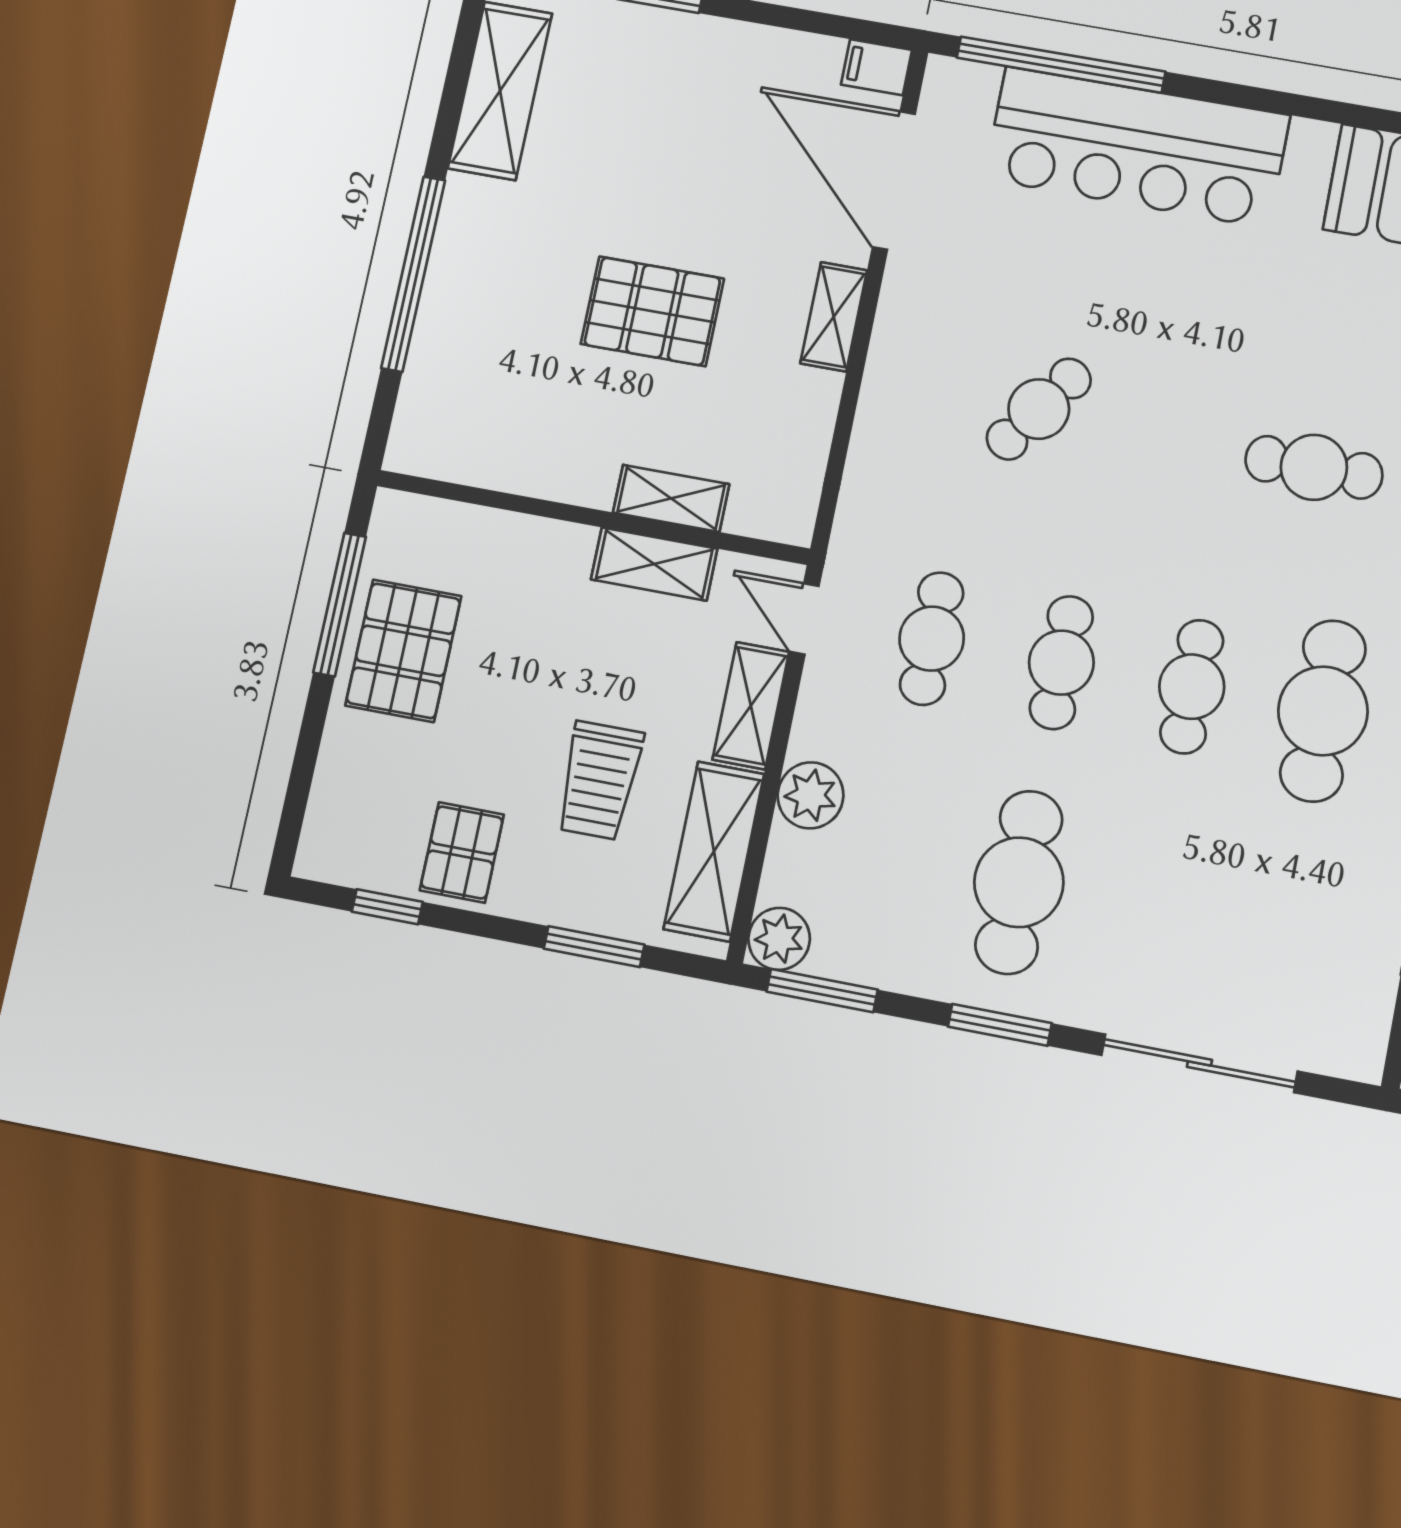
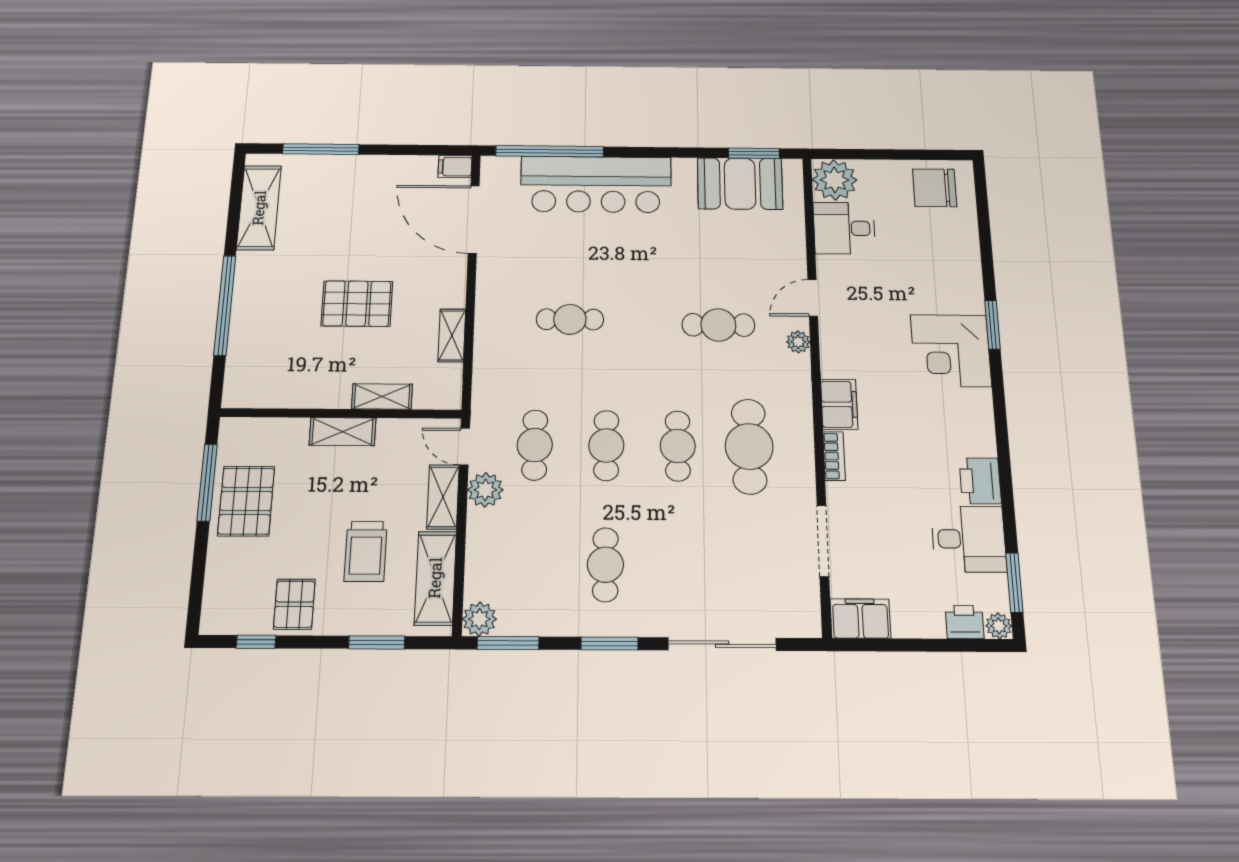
shelving: (834, 317) -> (452, 335), moved
cafe table: (1039, 409) -> (570, 319), turned 55
shelving: (654, 564) -> (343, 432), moved
plant: (811, 795) -> (485, 490), moved
cafe table: (1019, 882) -> (605, 565), width x0.73, depth x0.74

